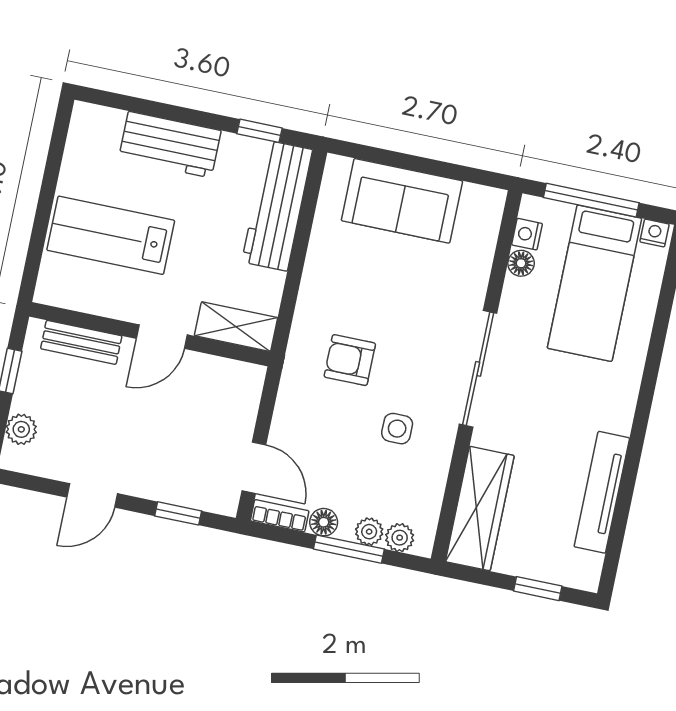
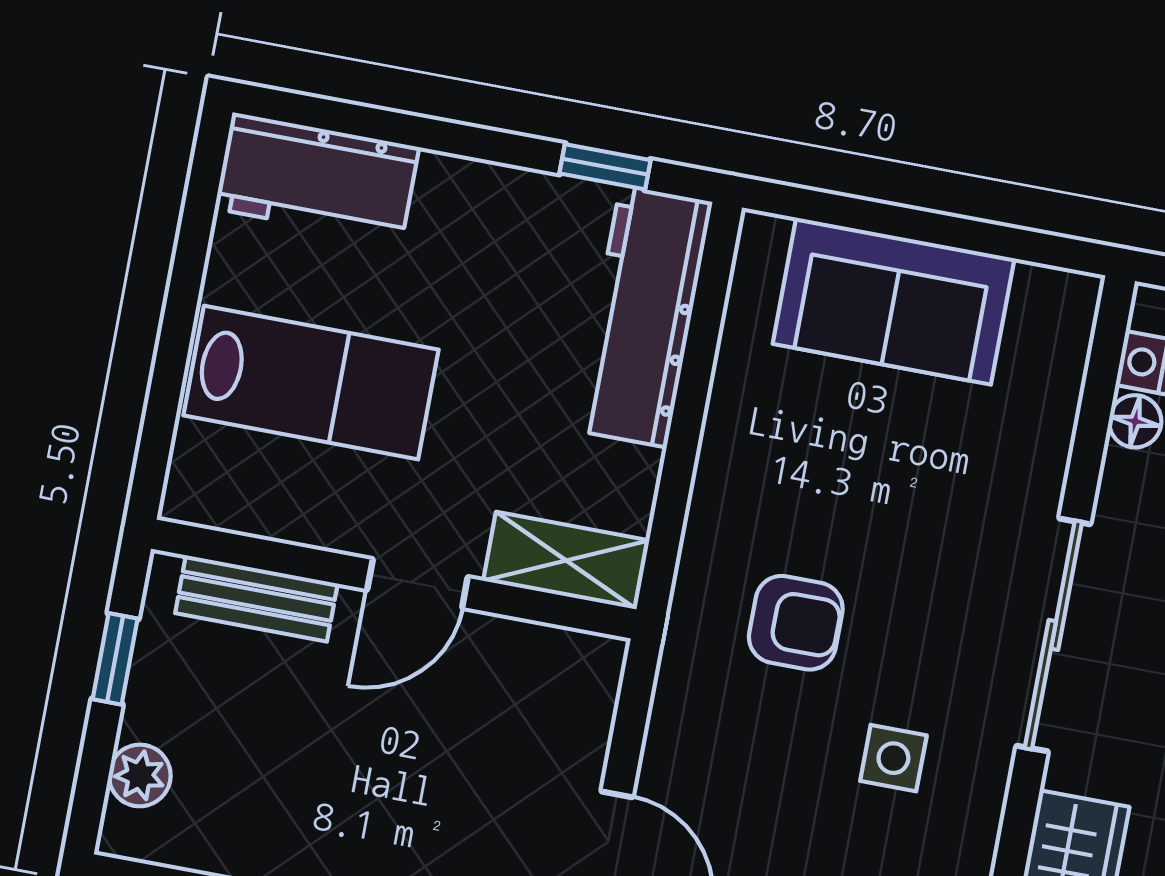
workbench: (170, 145) -> (317, 178), moved
lab bench: (111, 235) -> (311, 383), turned 180
armchair: (350, 360) -> (796, 623), turned 180

